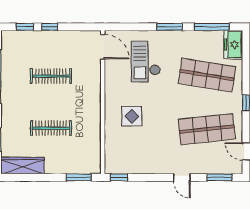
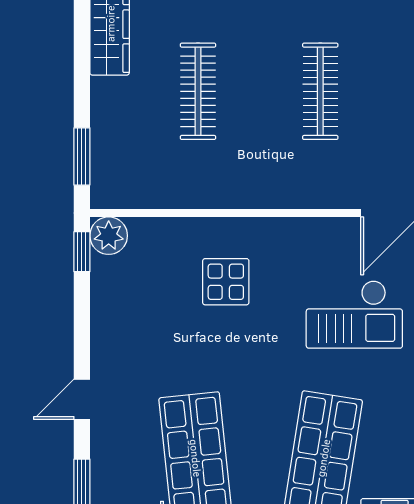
checkout: (146, 62) -> (354, 314), turned 180
plant: (112, 166) -> (109, 236), added

